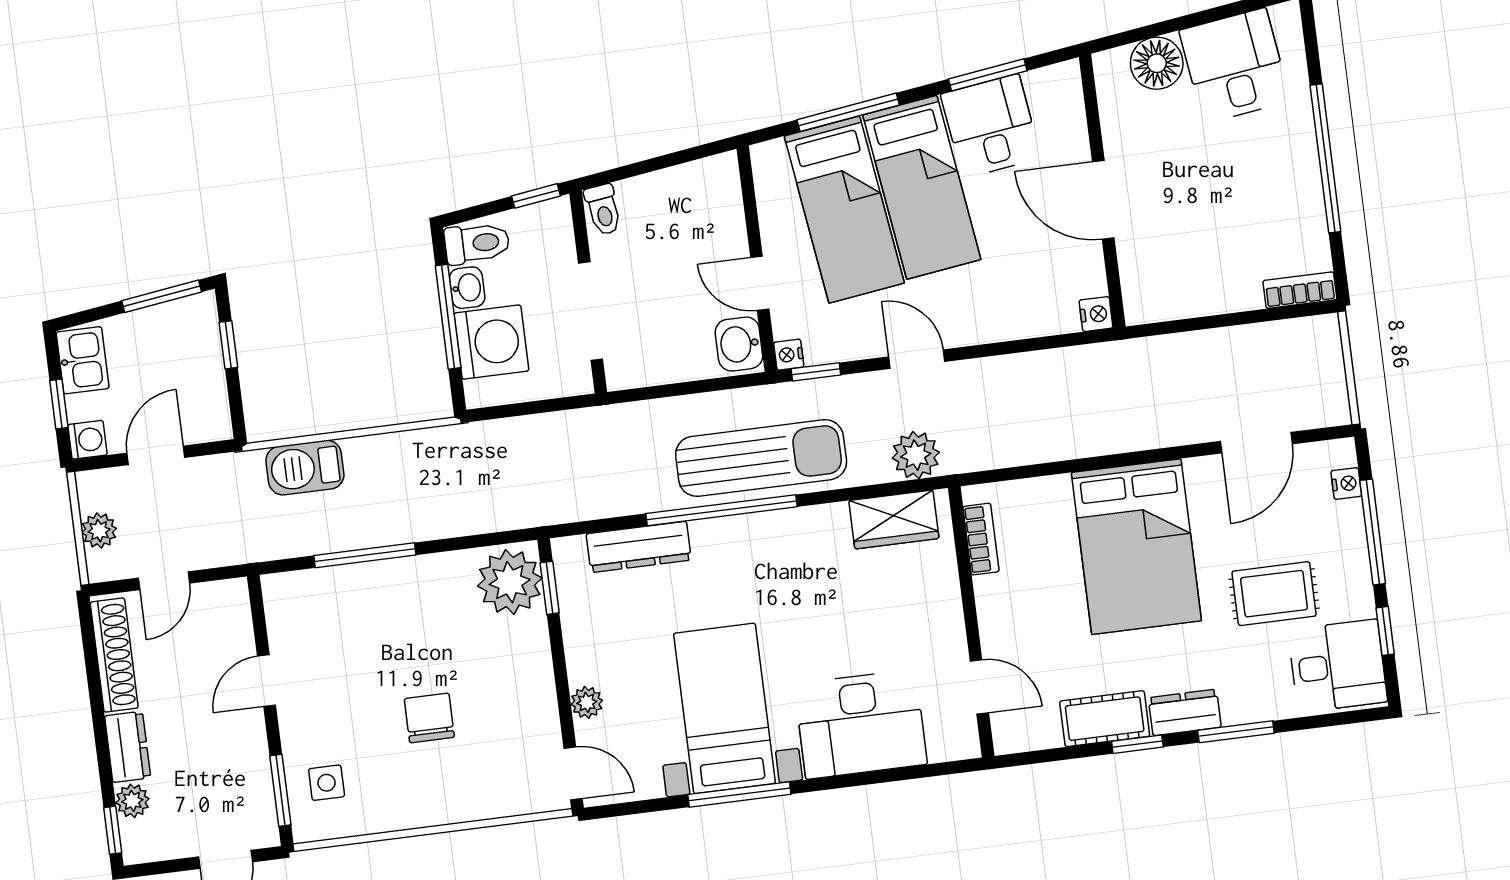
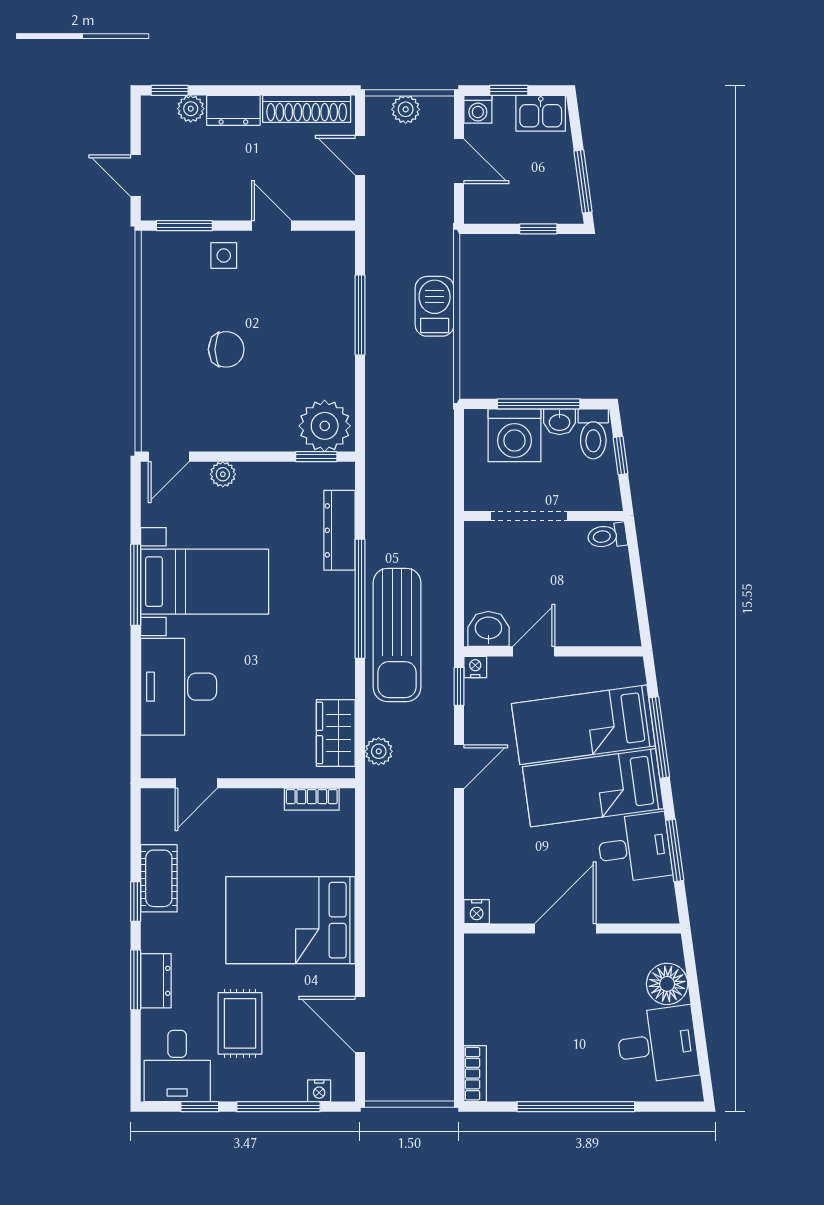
window: (536, 196) -> (621, 456), moved
plant: (916, 455) -> (379, 751), width x0.73, depth x0.73
barbecue: (305, 468) -> (435, 306), moved
dresser: (1185, 712) -> (156, 981), moved
side table: (327, 783) -> (224, 256), moved

